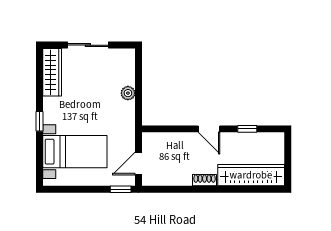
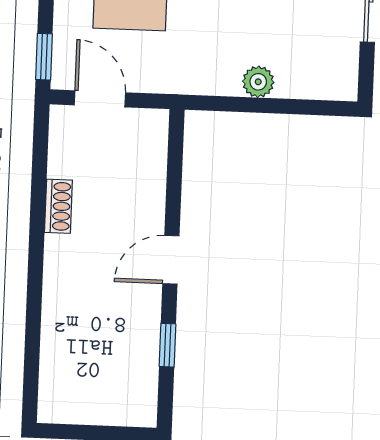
wardrobe: (251, 175) -> (64, 350), removed
shoe rack: (205, 180) -> (58, 206), moved

